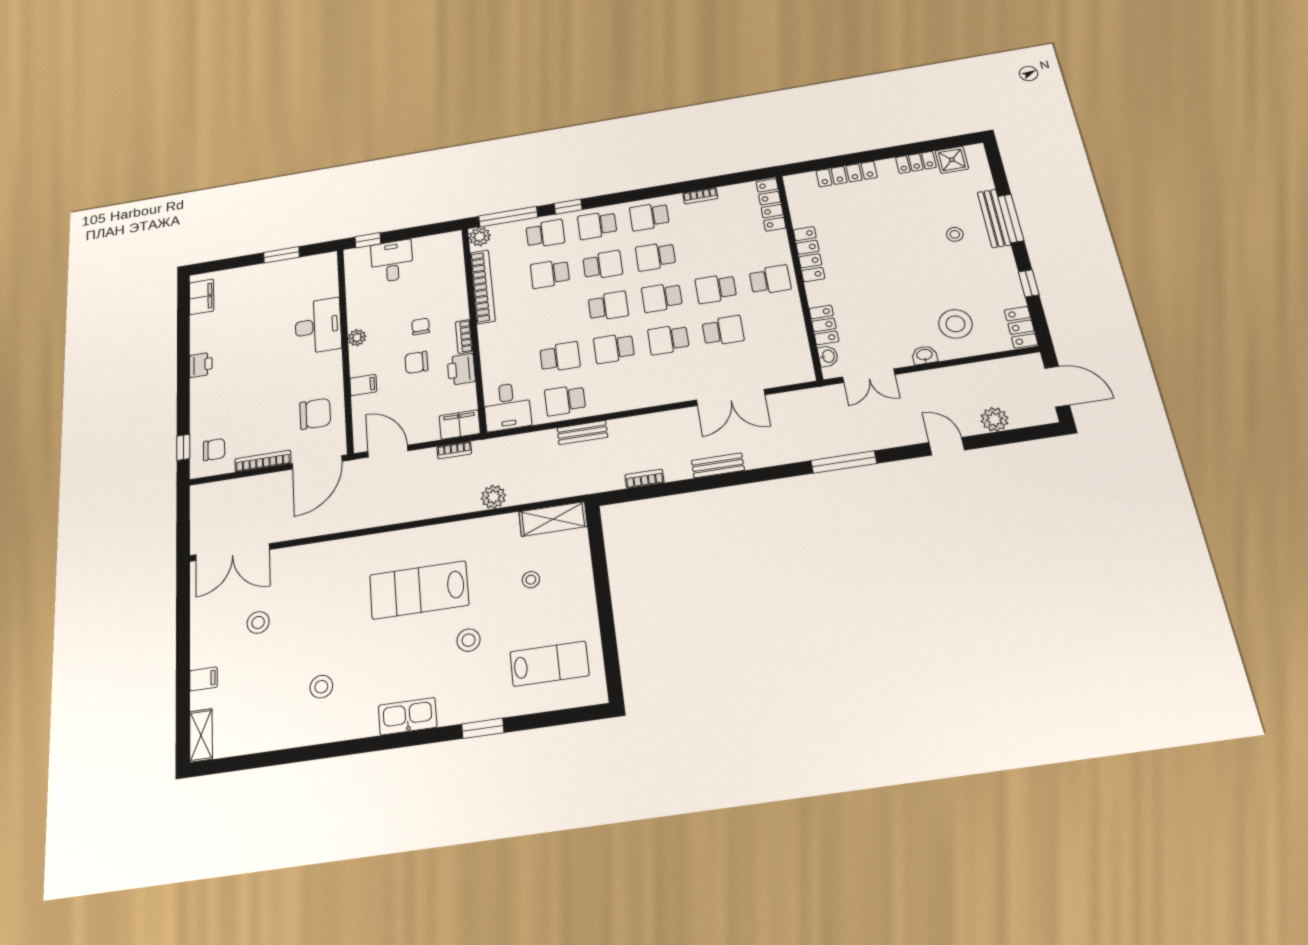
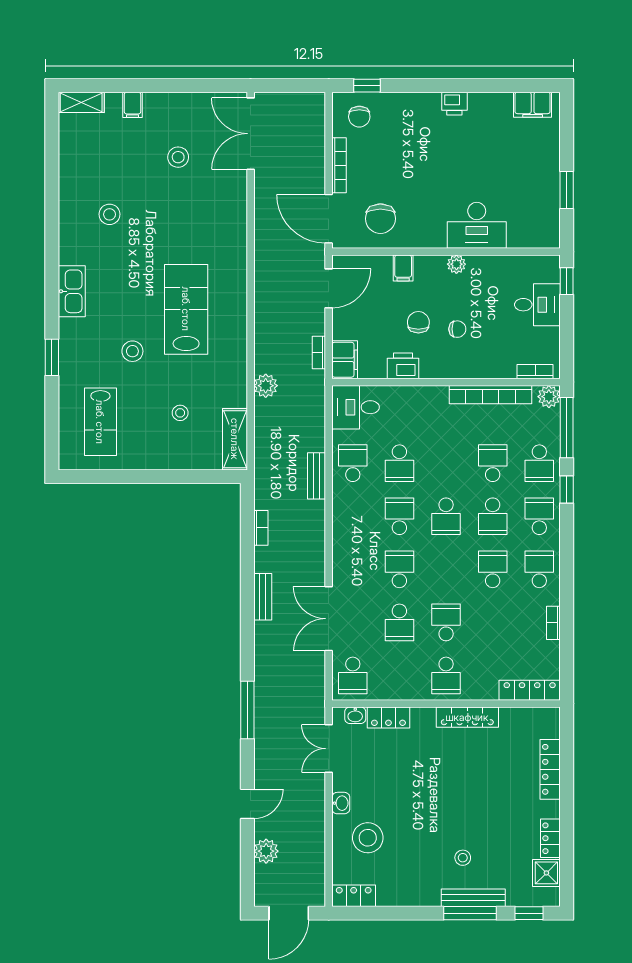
window: (1029, 283) -> (529, 913), moved
school desk: (662, 297) -> (353, 675), moved, turned 180
bookcase: (464, 337) -> (535, 372), moved

